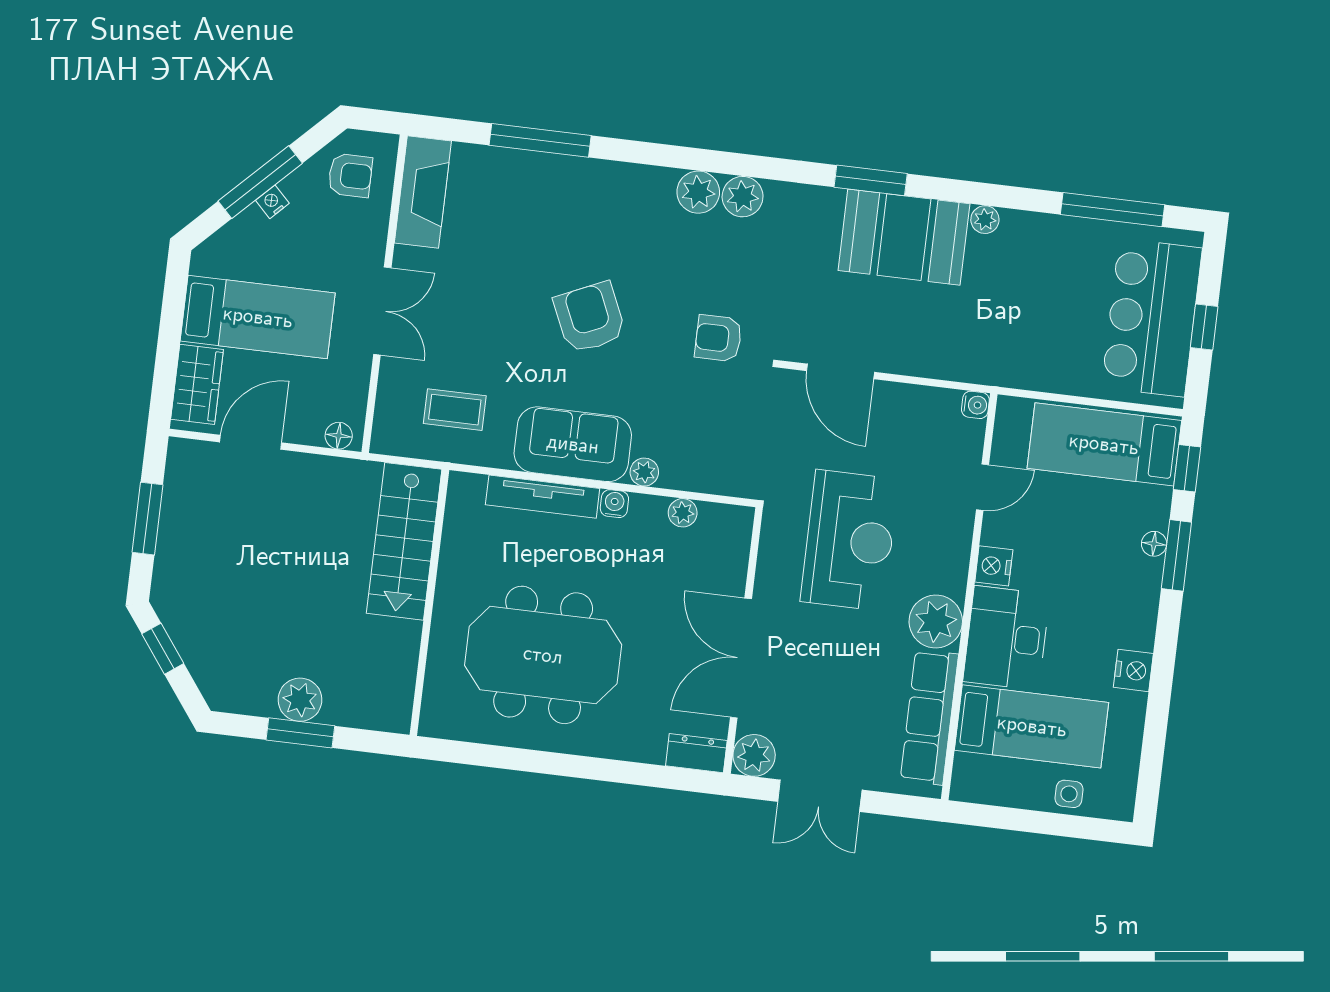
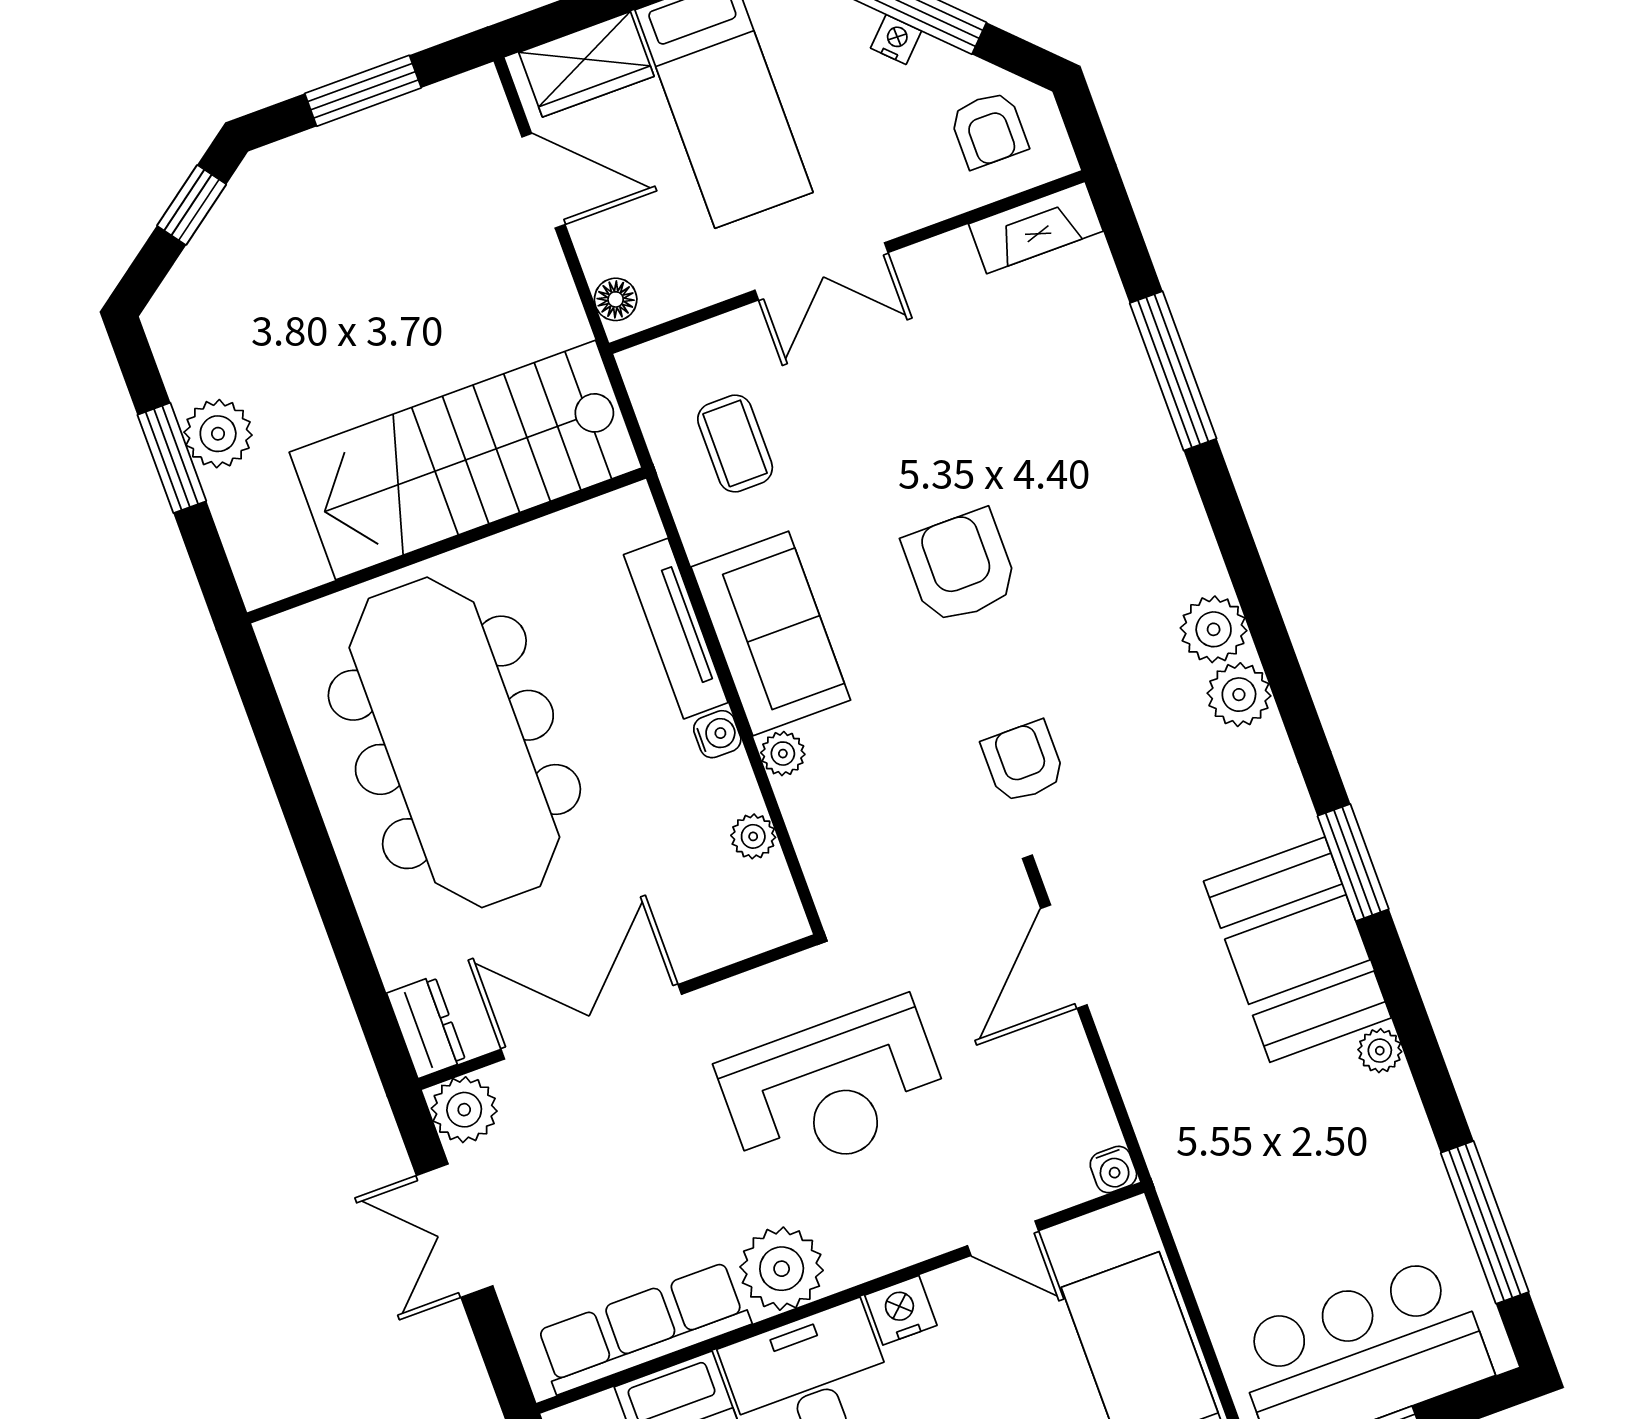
fireplace: (423, 192) -> (1036, 228), width x0.73, depth x0.76
armchair: (590, 318) -> (960, 567), turned -66
stairs: (404, 541) -> (466, 460), width x1.36, depth x1.51
meeting table: (543, 655) -> (454, 742), width x1.36

